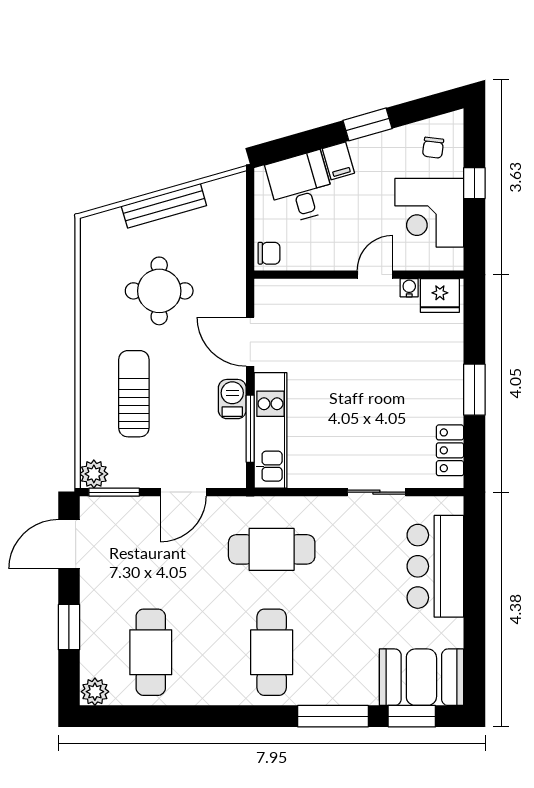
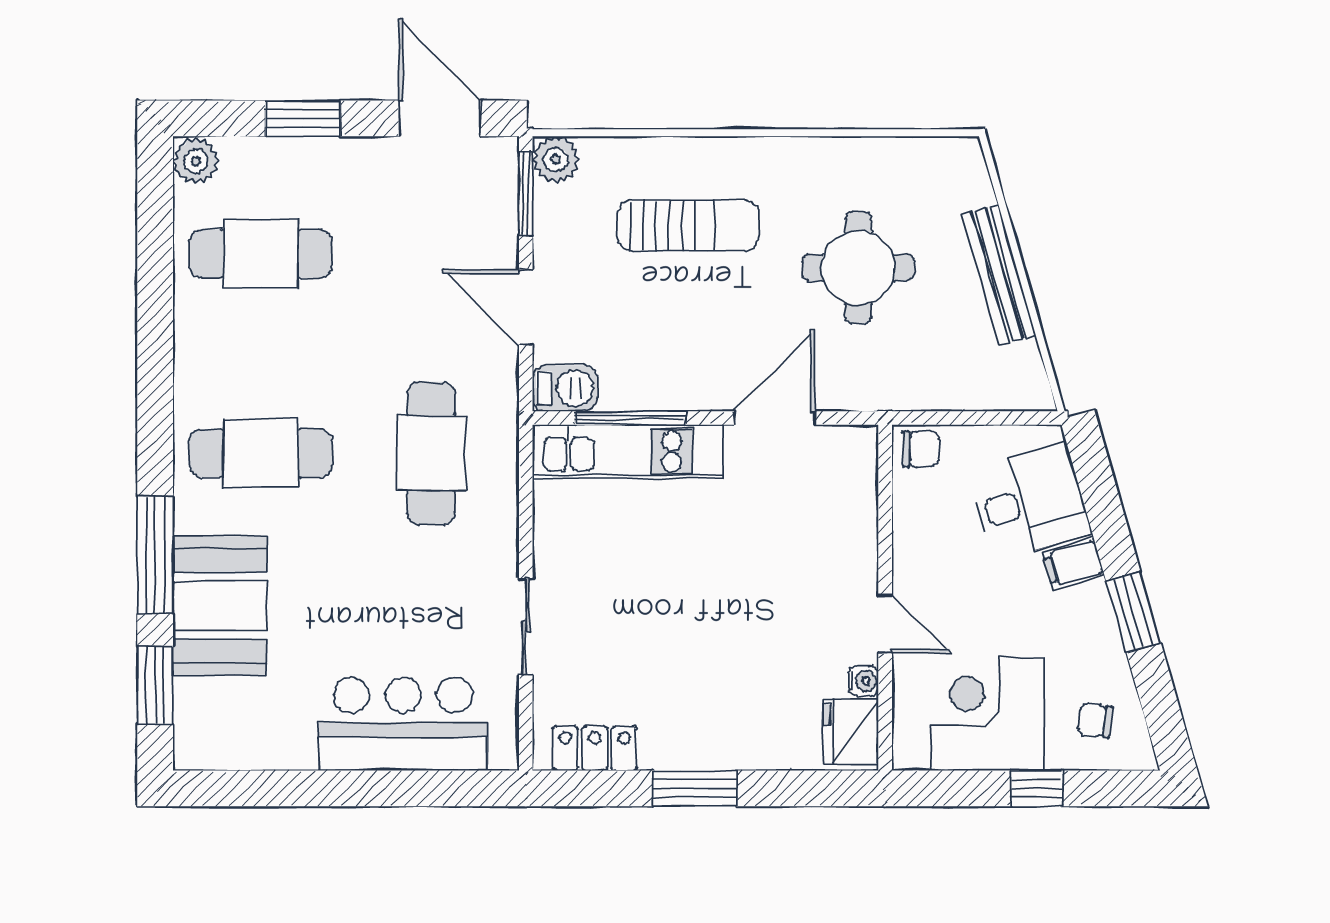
chair: (269, 253) -> (921, 449), turned -90
barbecue: (232, 399) -> (565, 388), moved
booth: (421, 677) -> (220, 606), moved

